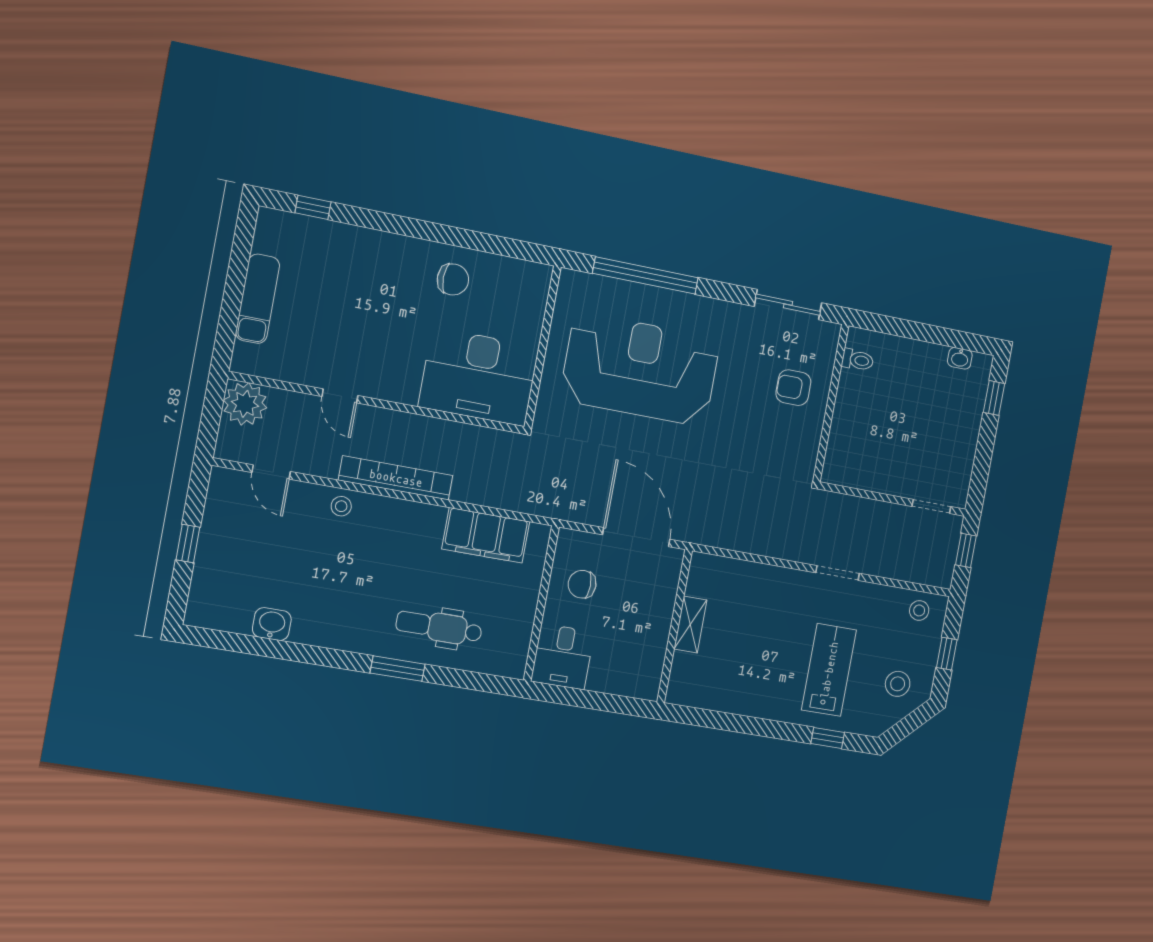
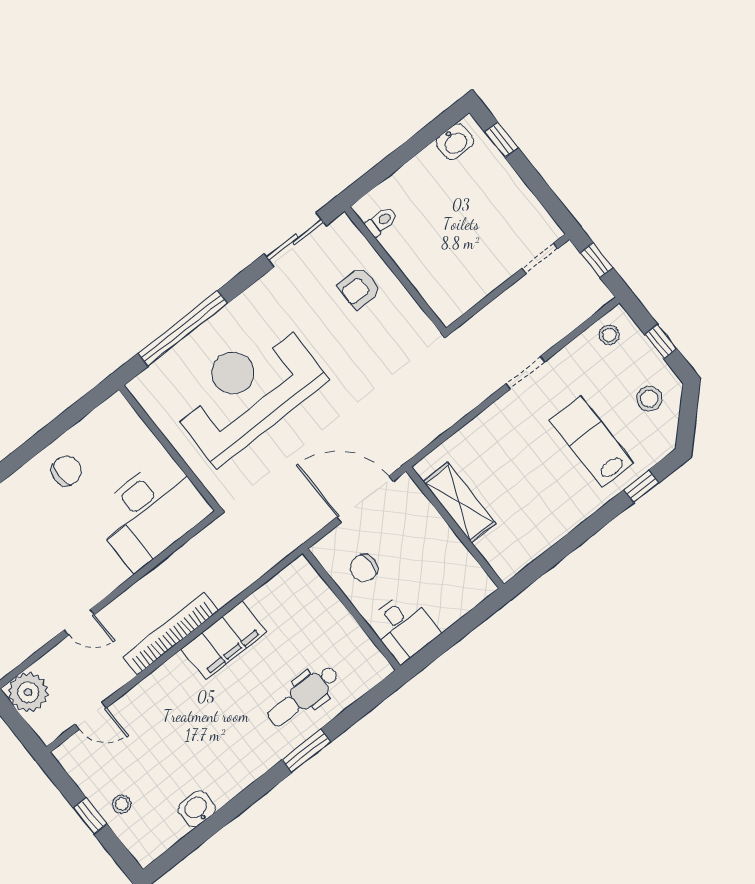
washbasin: (960, 358) -> (455, 142), width x1.38, depth x1.45
stool: (341, 506) -> (122, 804), moved
filing cabinet: (486, 535) -> (224, 640), moved
shelving: (690, 625) -> (459, 502), width x1.50, depth x1.33

